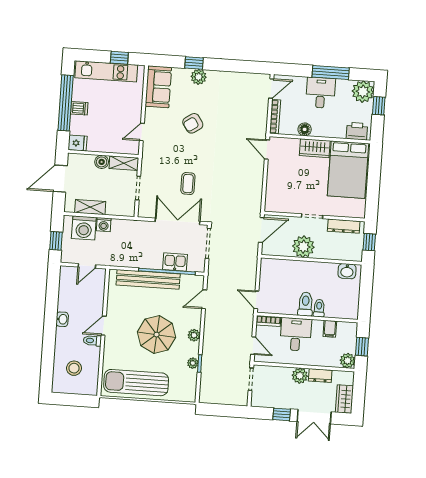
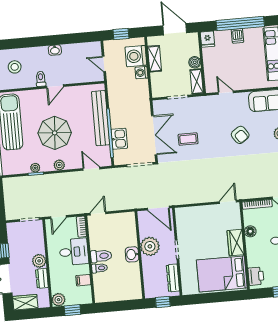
armchair: (193, 123) -> (240, 135), turned 180
washbasin: (347, 271) -> (132, 254), moved
door: (104, 326) -> (55, 86), swing flipped

